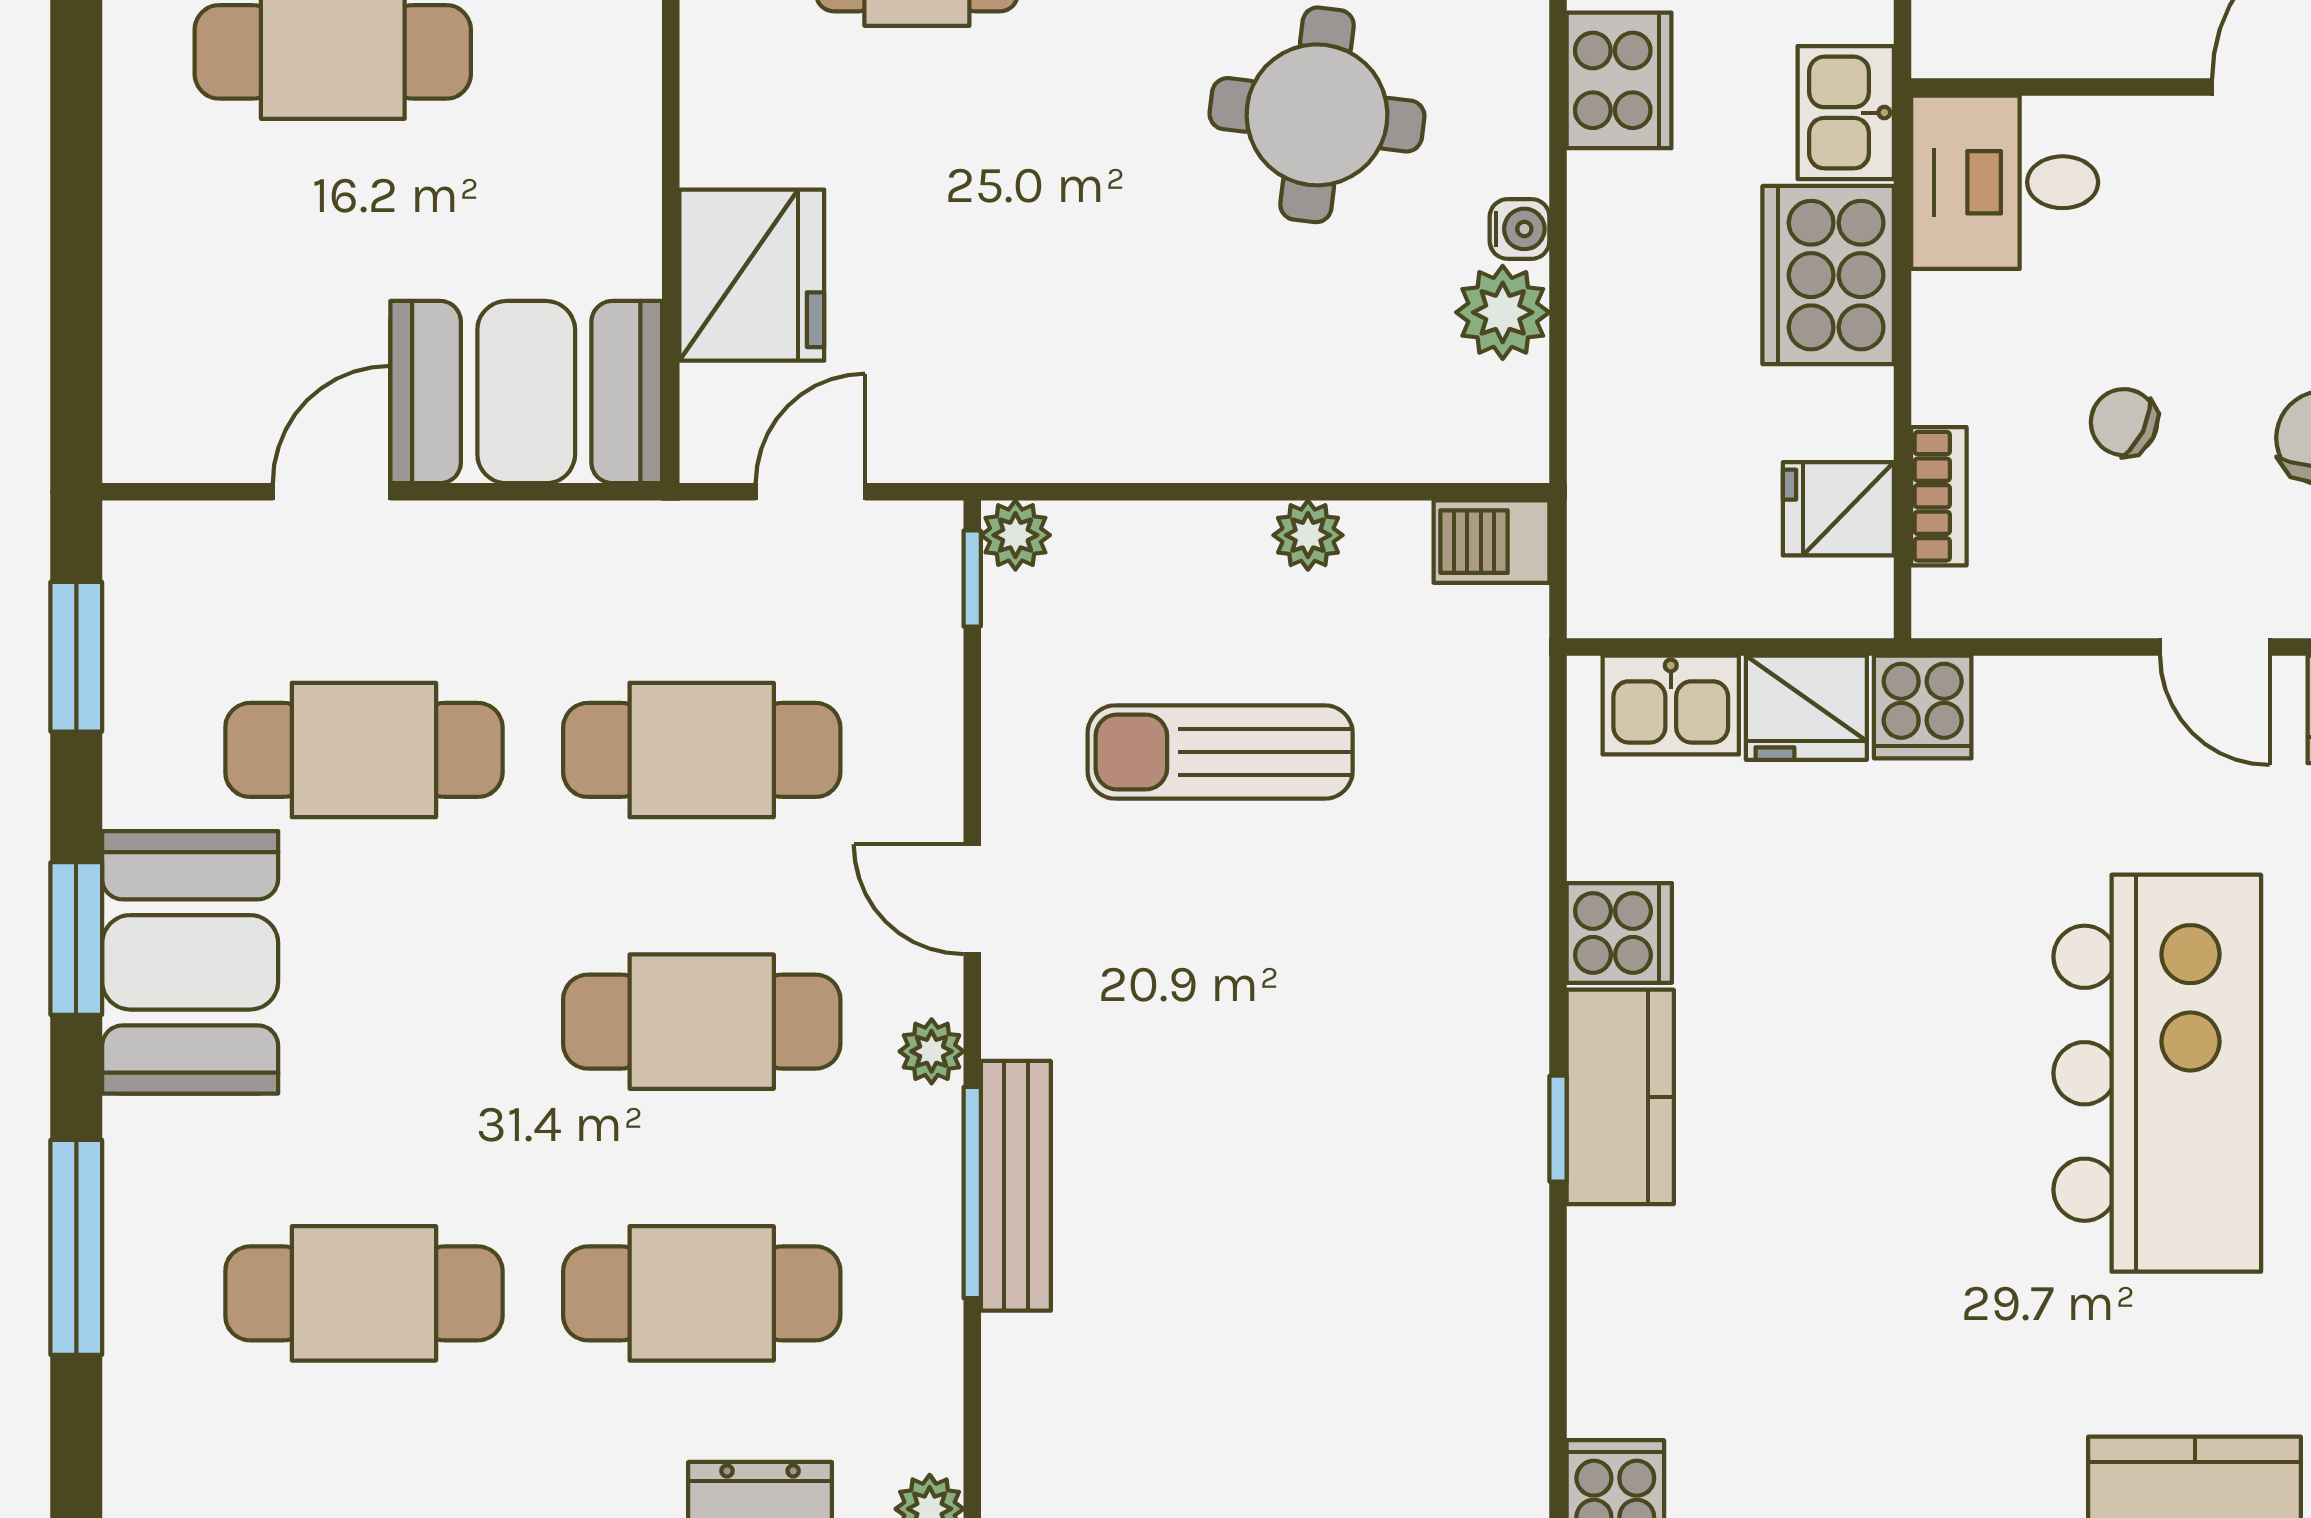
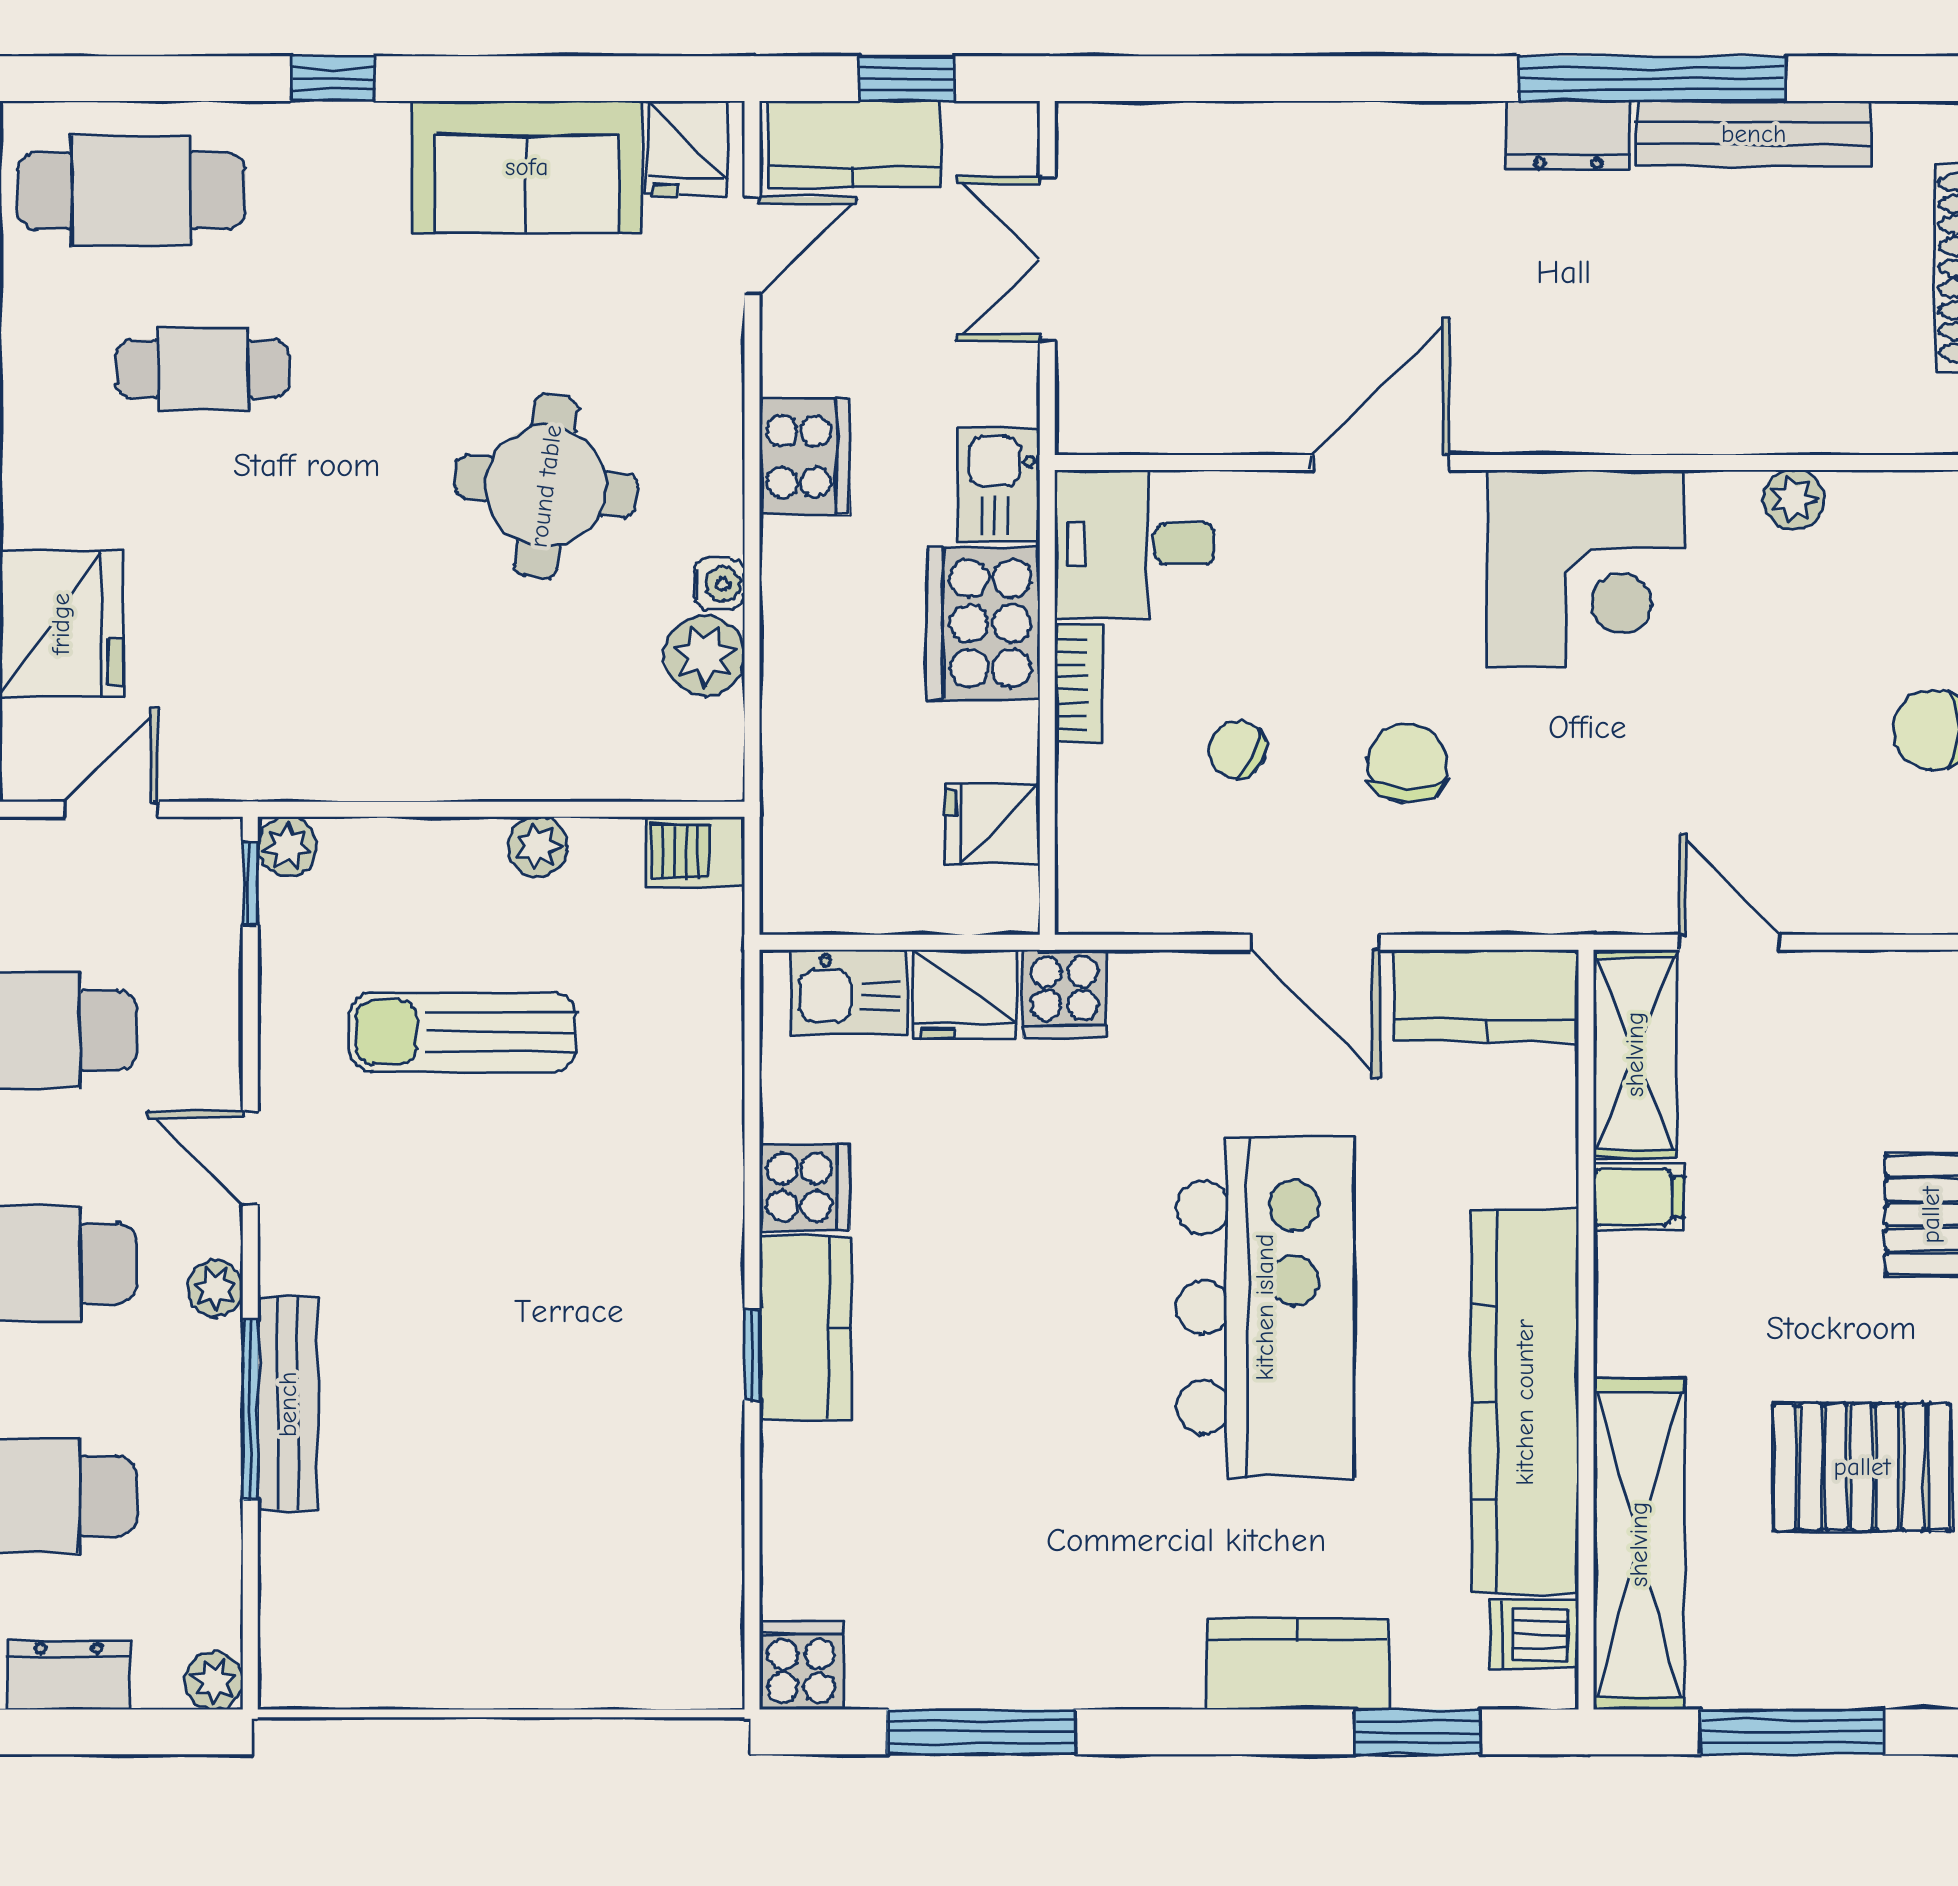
bookcase: (1939, 496) -> (1078, 683), moved
door: (2215, 647) -> (1315, 942), width x1.38

